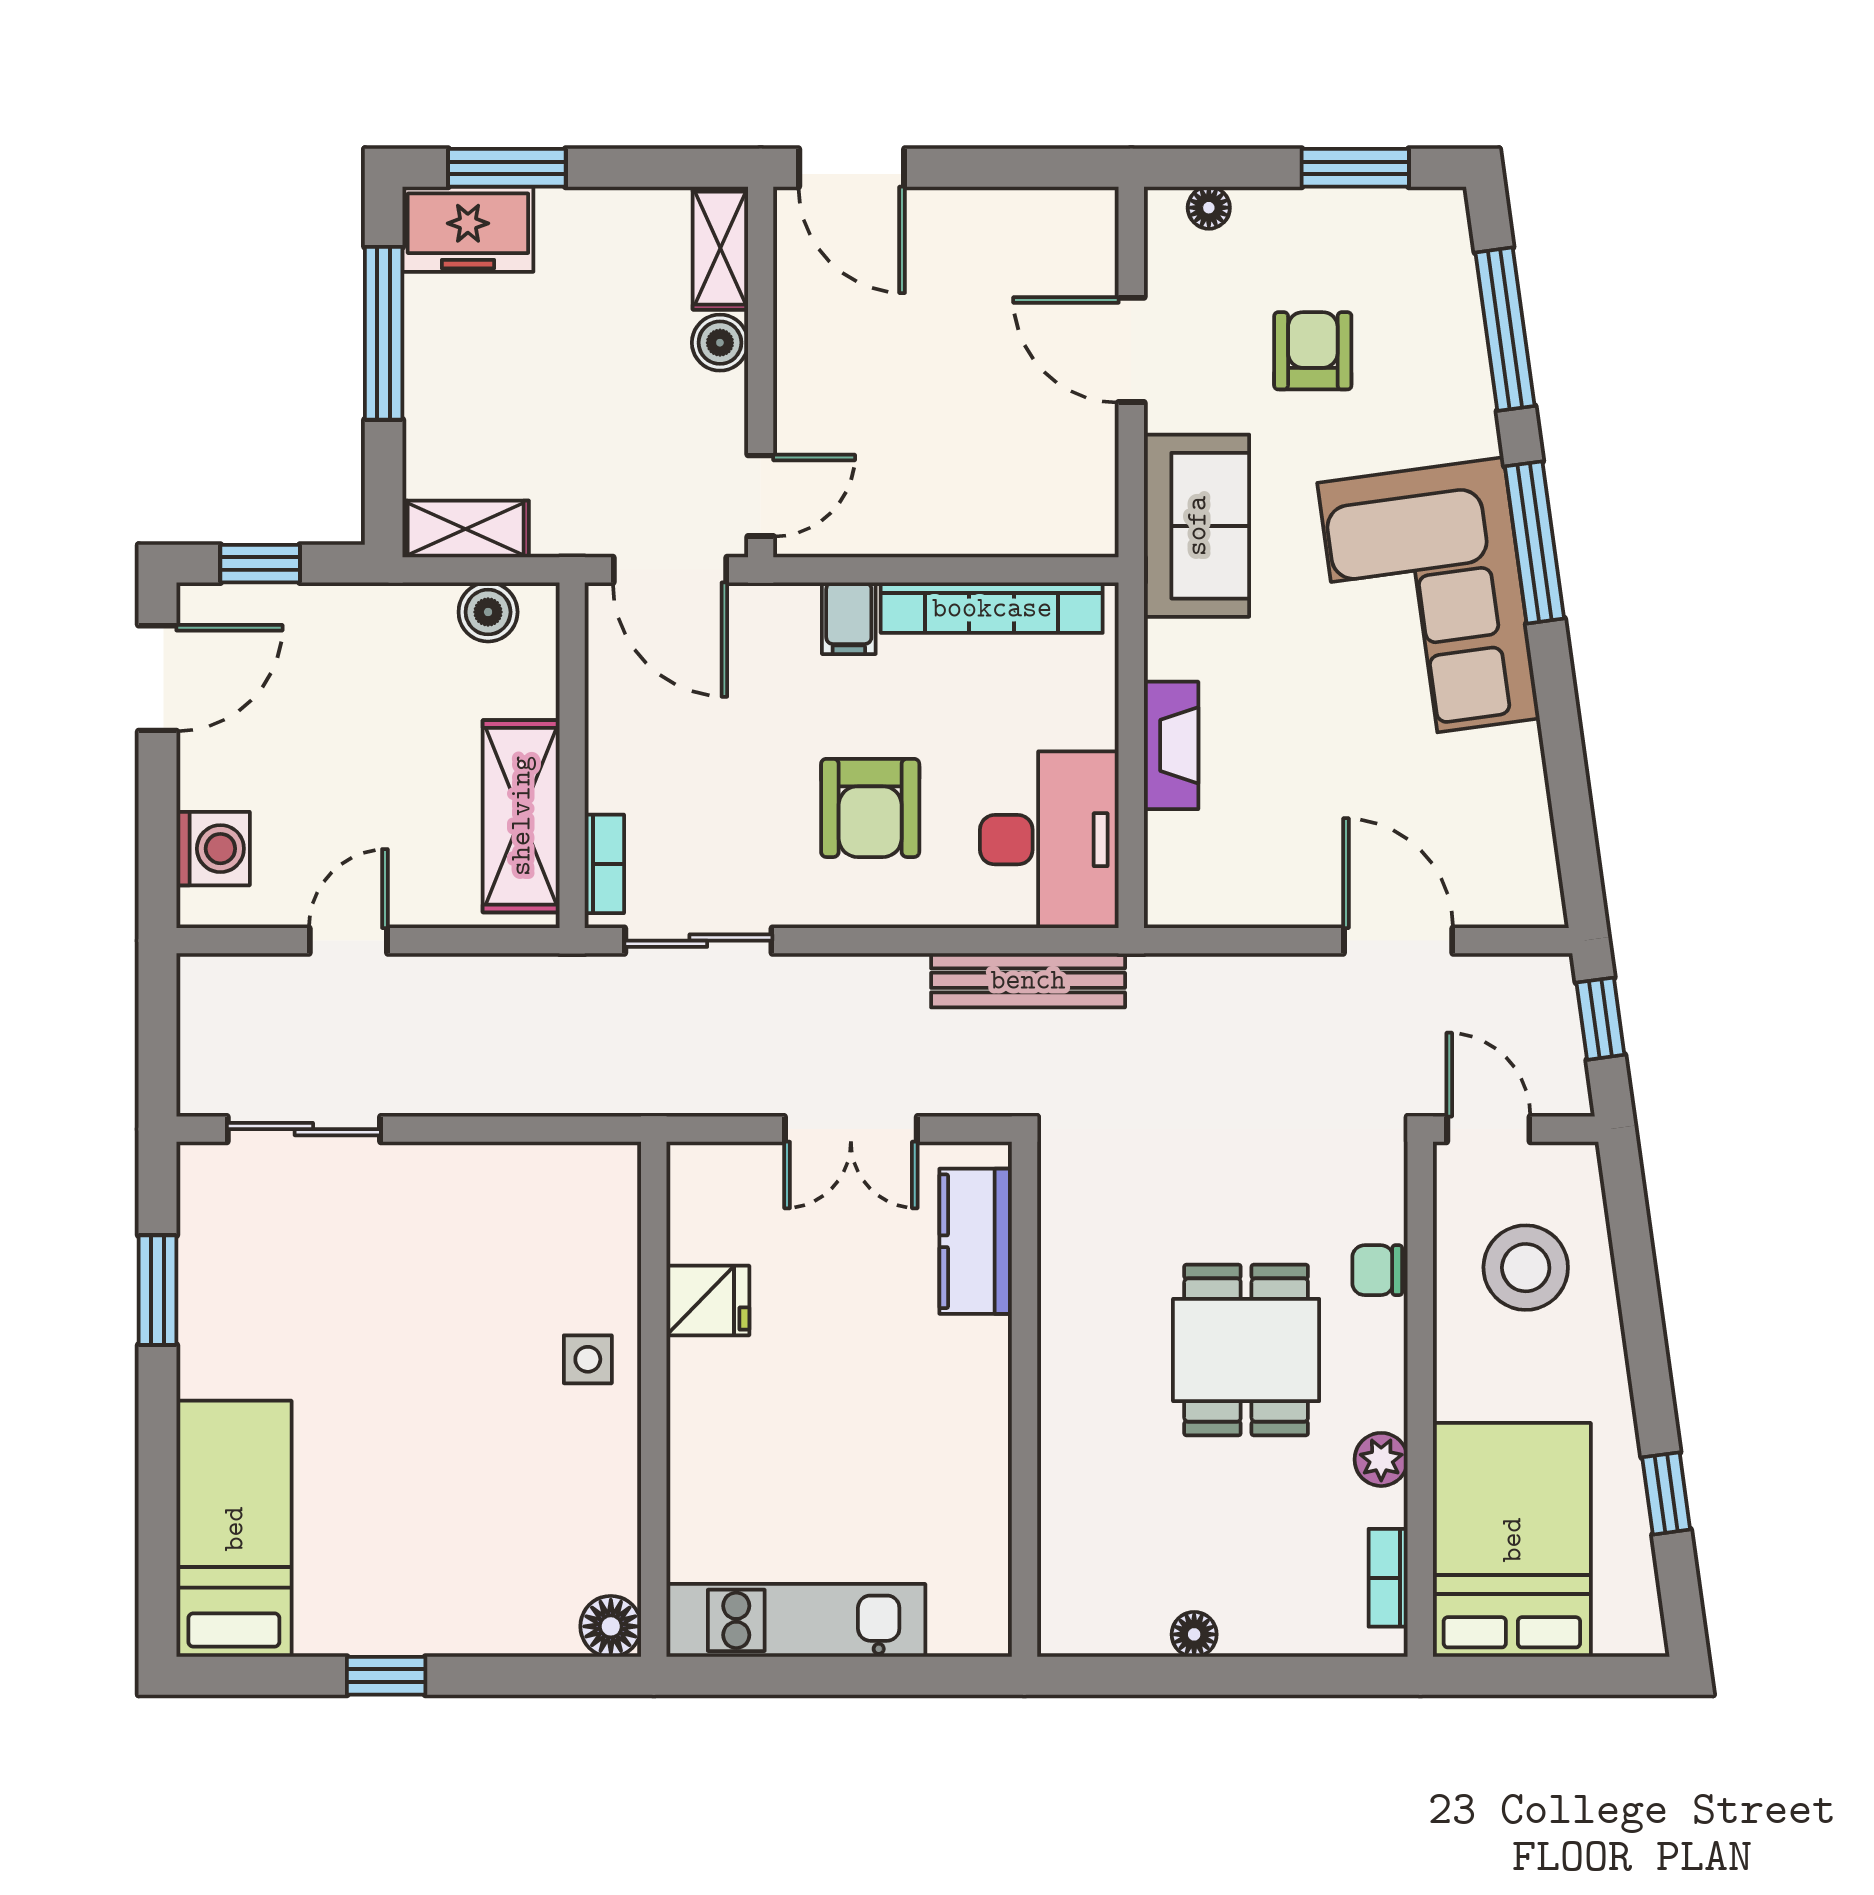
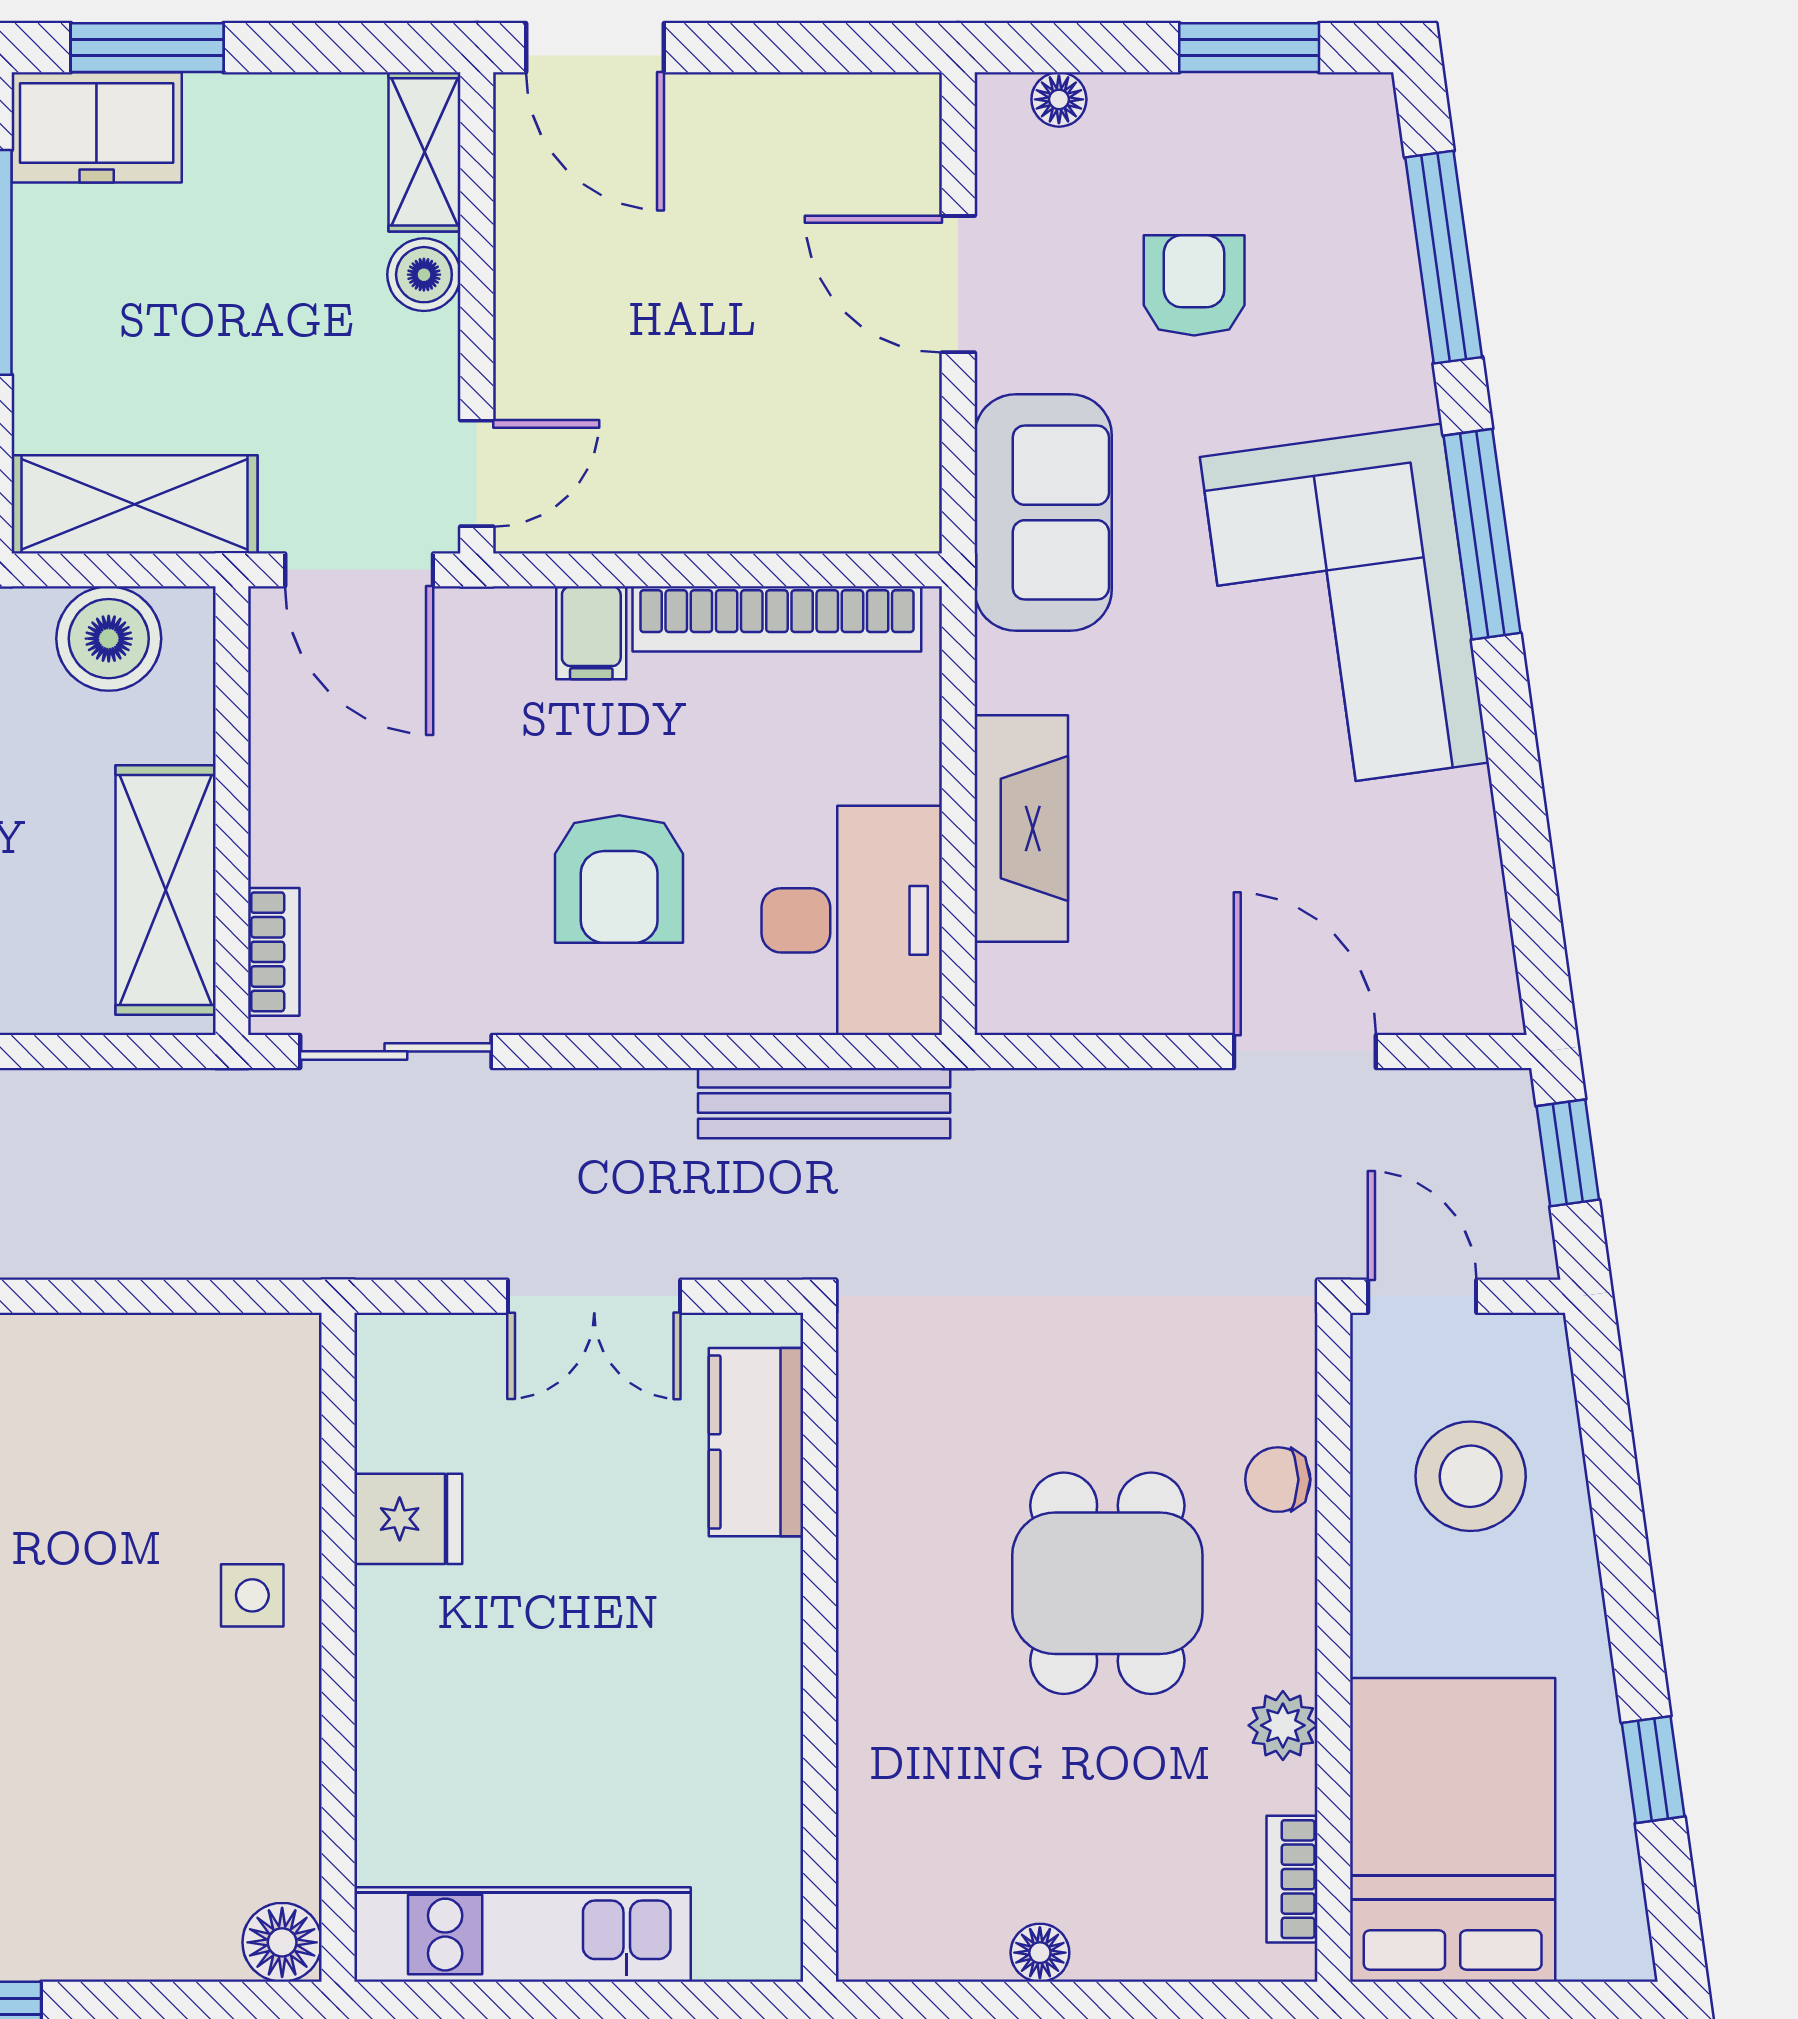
shelving: (466, 529) -> (134, 504), width x1.50, depth x1.33
boiler: (488, 612) -> (109, 639), width x1.36, depth x1.36
fireplace: (1171, 745) -> (1021, 829), width x1.37, depth x1.32

